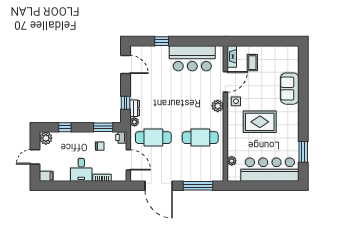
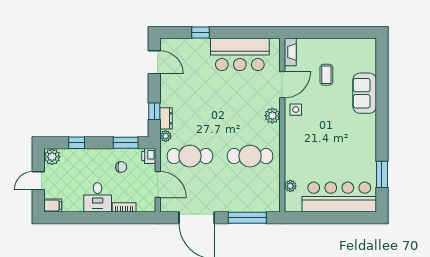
coffee table: (252, 63) -> (326, 75), moved
rug: (260, 122) -> (326, 136), removed

